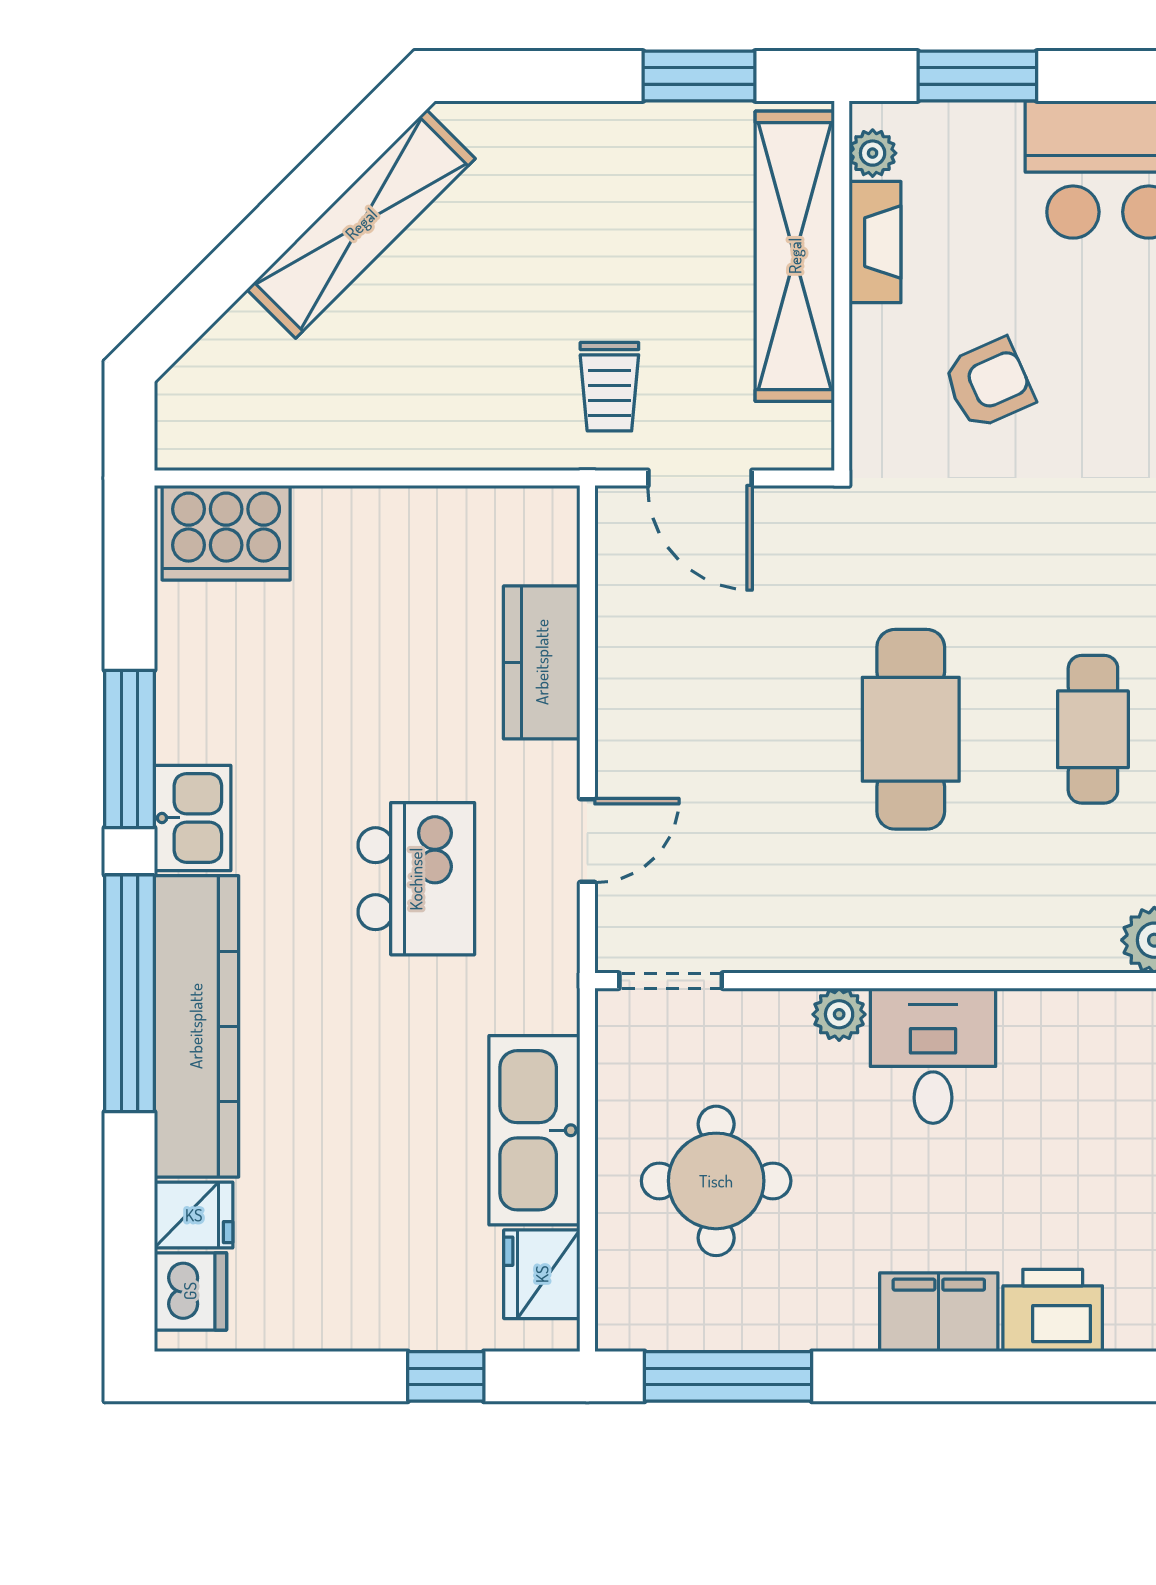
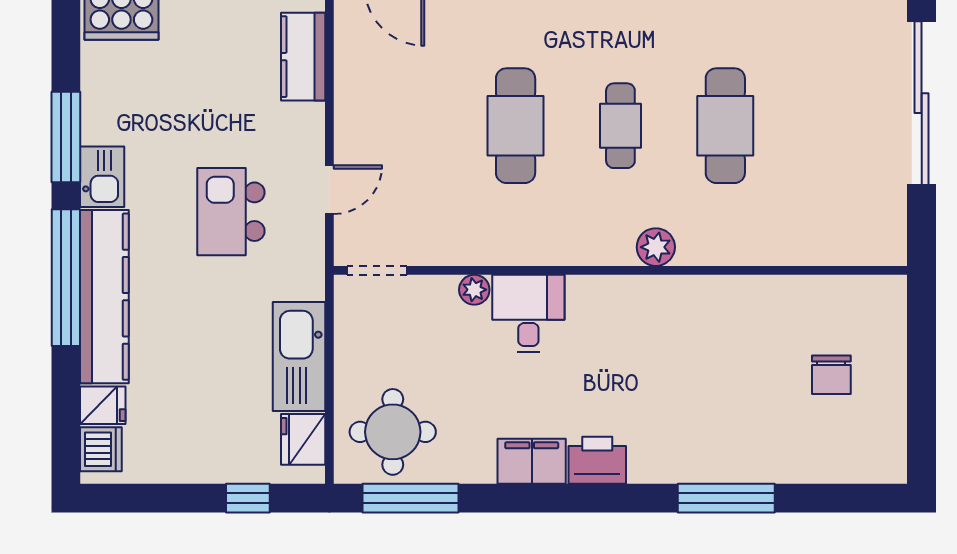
kitchen counter: (542, 662) -> (303, 57), moved
kitchen island: (416, 879) -> (231, 212), turned 180
round table: (716, 1181) -> (393, 432), moved

